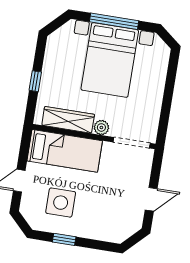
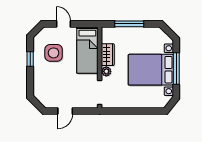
window: (35, 81) -> (129, 24), width x2.17
wardrobe: (68, 120) -> (108, 55), width x0.67
door: (151, 199) -> (65, 111), hinge flipped

